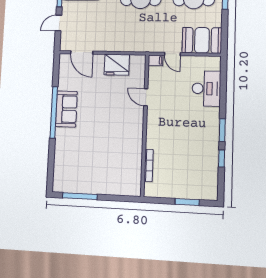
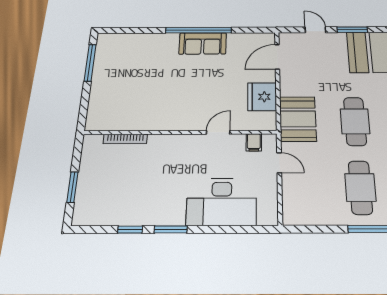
booth: (202, 40) -> (298, 119), moved
door: (172, 54) -> (279, 163), swing flipped
filing cabinet: (156, 60) -> (254, 142), moved
desk: (206, 89) -> (222, 202), width x1.36, depth x1.30

